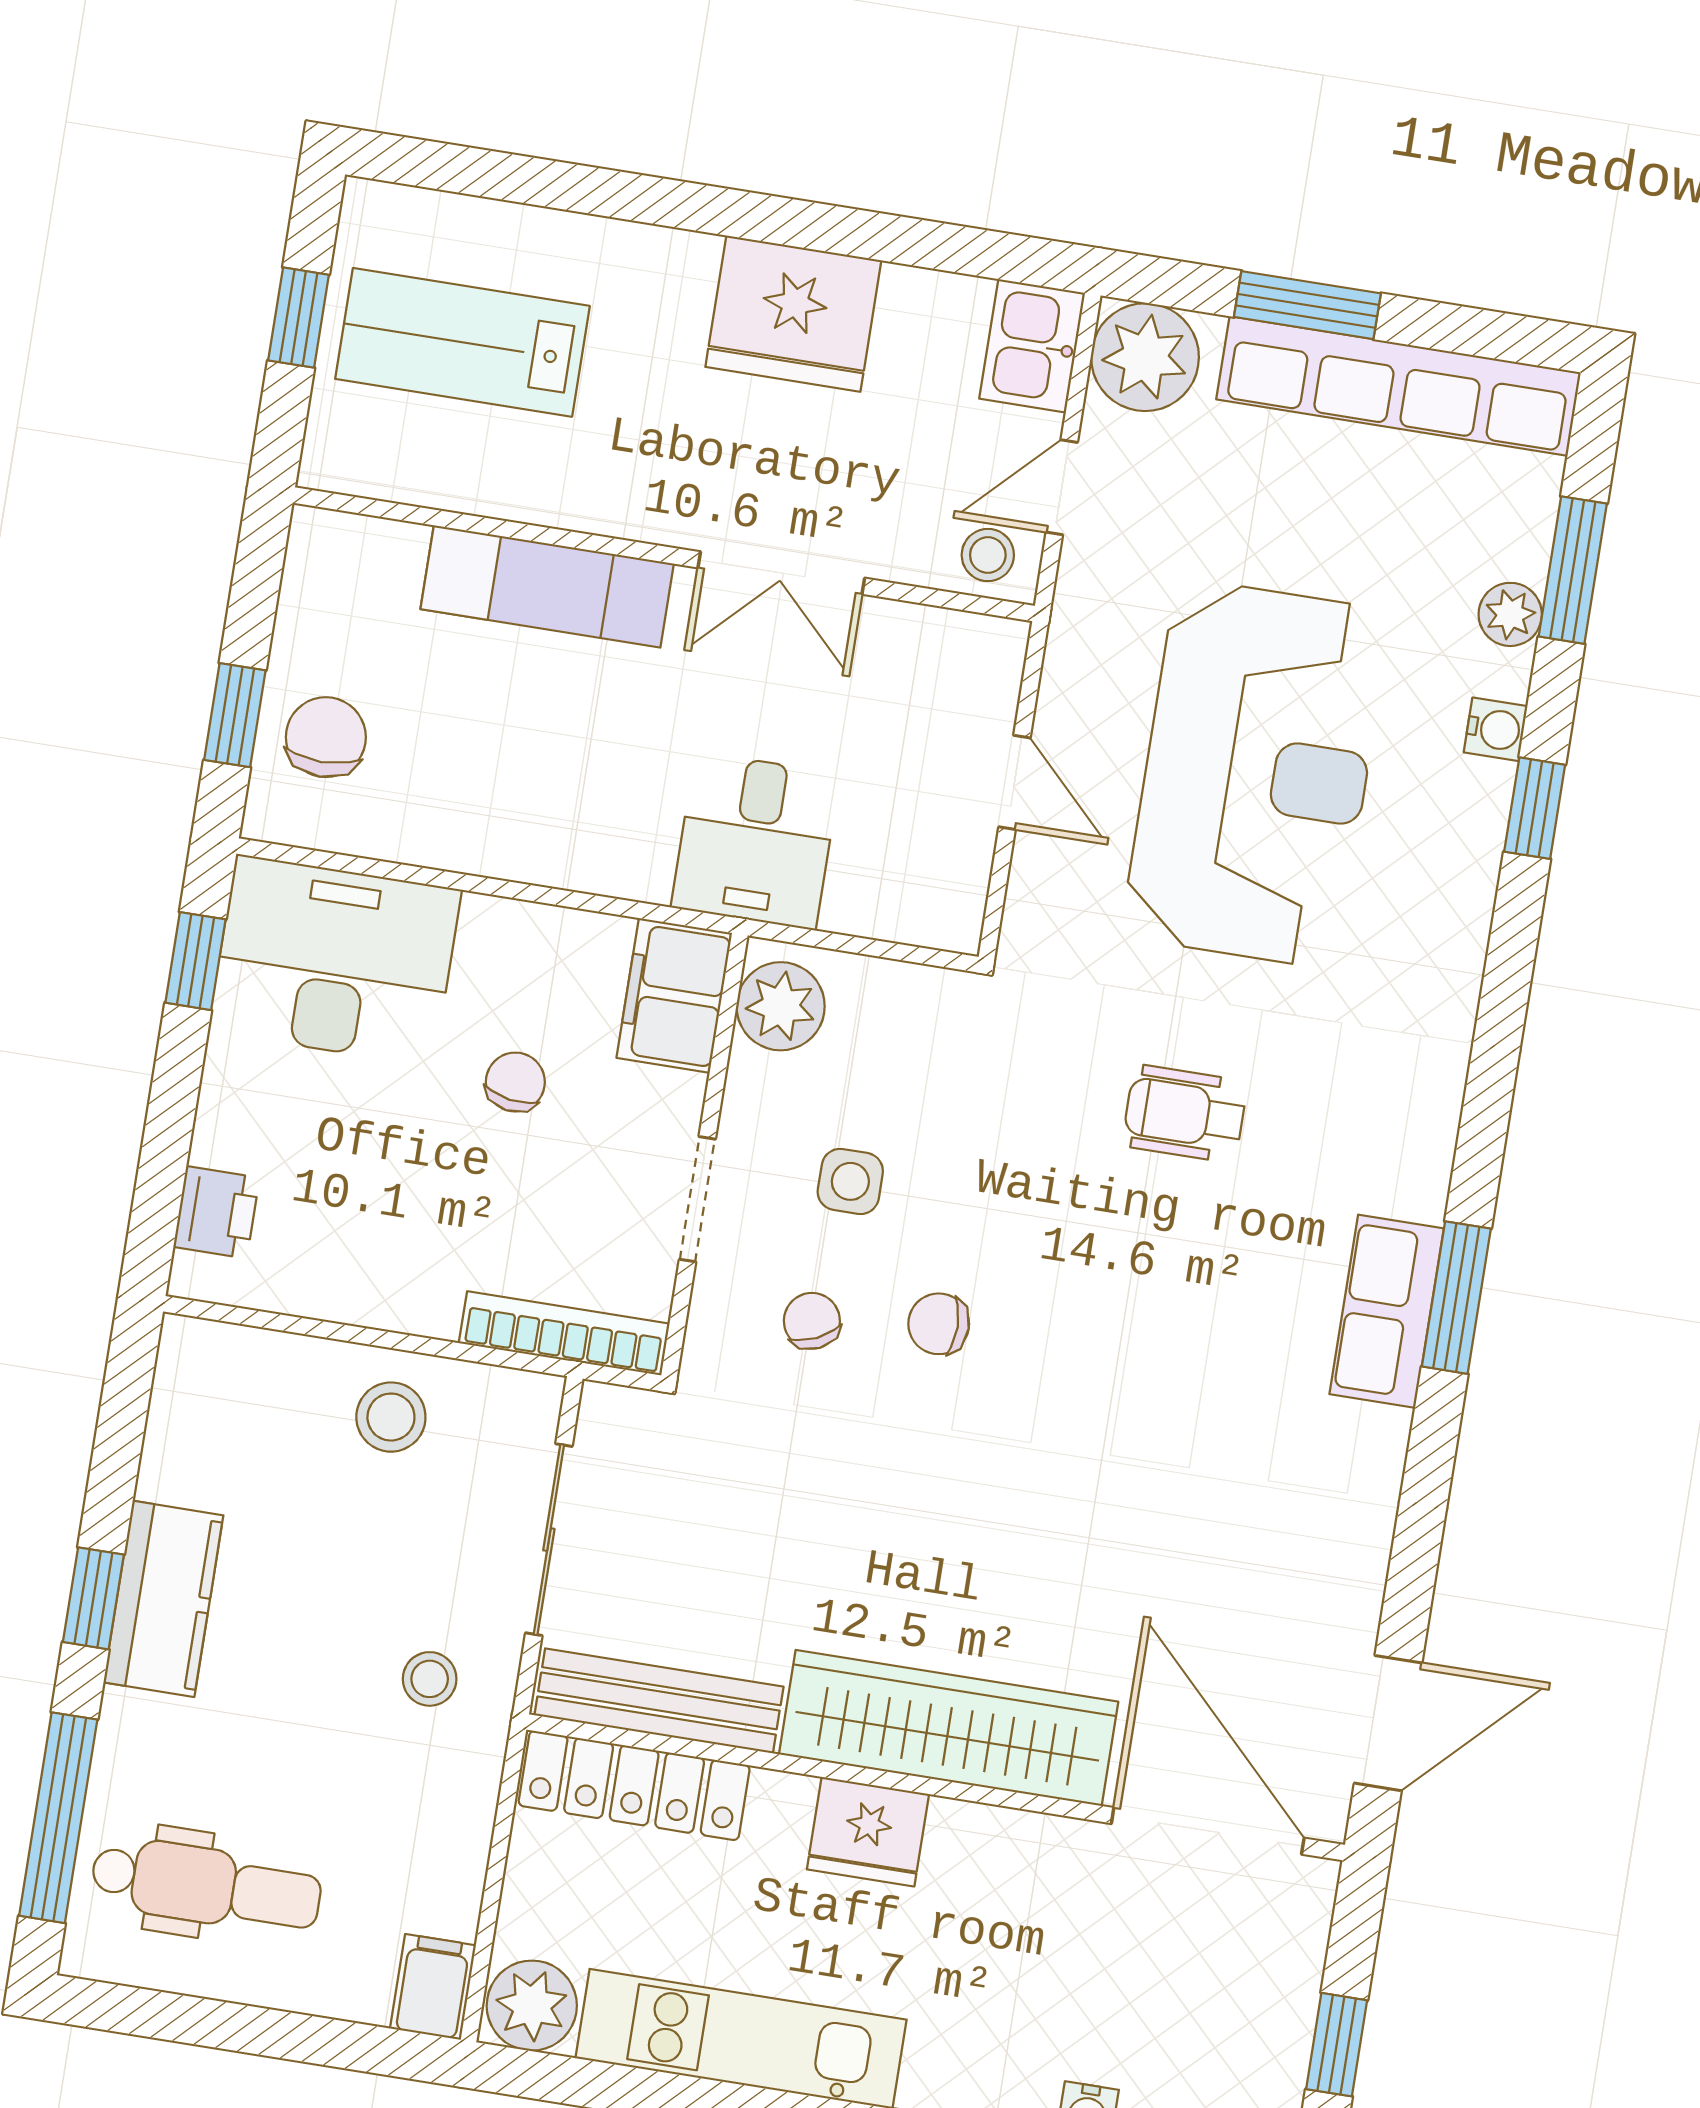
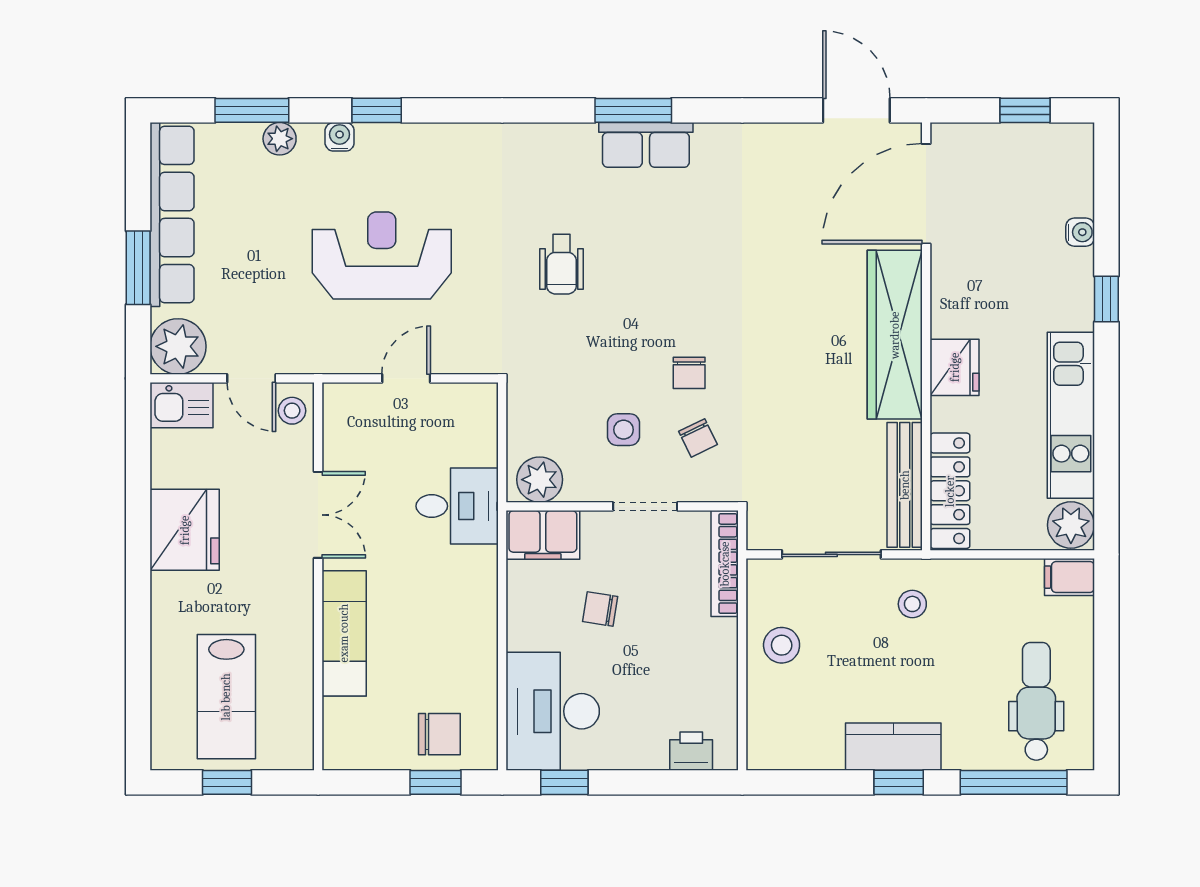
chair: (326, 737) -> (439, 734), turned 180
reception desk: (1256, 773) -> (382, 256), width x0.74, depth x0.77
chair: (812, 1321) -> (698, 438), turned -91

